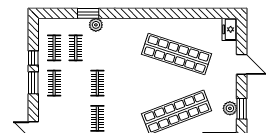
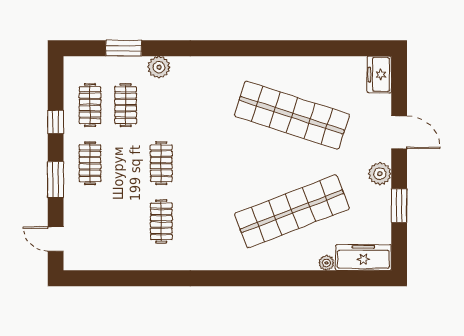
window: (88, 13) -> (124, 48), moved
window: (33, 83) -> (56, 180), moved
plant: (230, 108) -> (380, 174), moved

